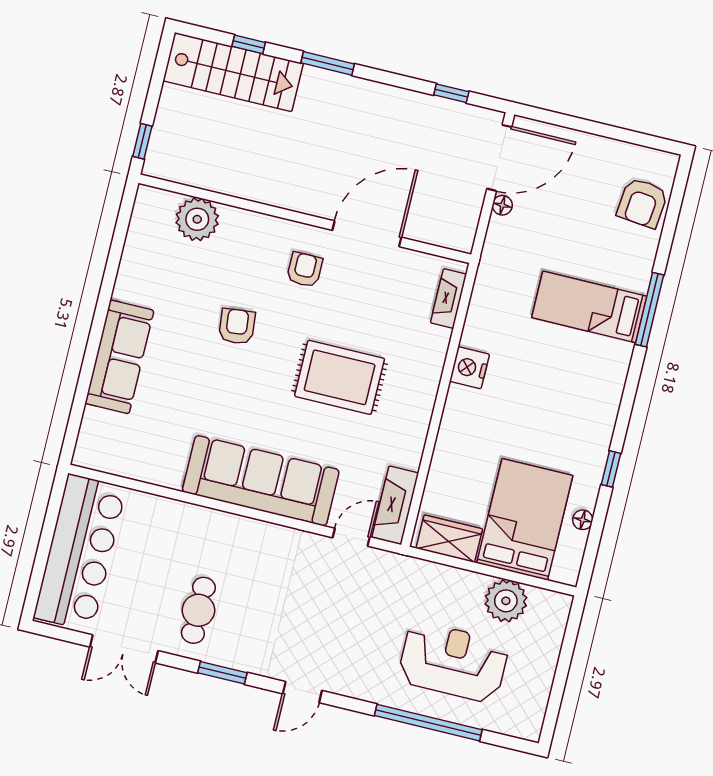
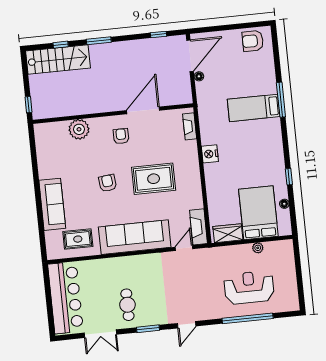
armchair: (642, 203) -> (253, 41), moved, turned 84
plant: (197, 219) -> (79, 129), moved
armchair: (237, 326) -> (108, 183), moved
rug: (146, 444) -> (78, 239), added
plant: (506, 601) -> (258, 248), width x0.53, depth x0.53

